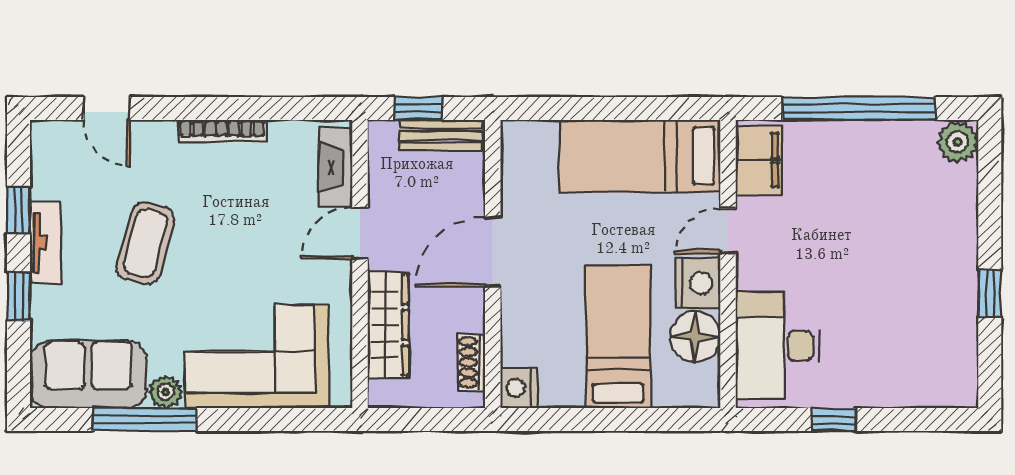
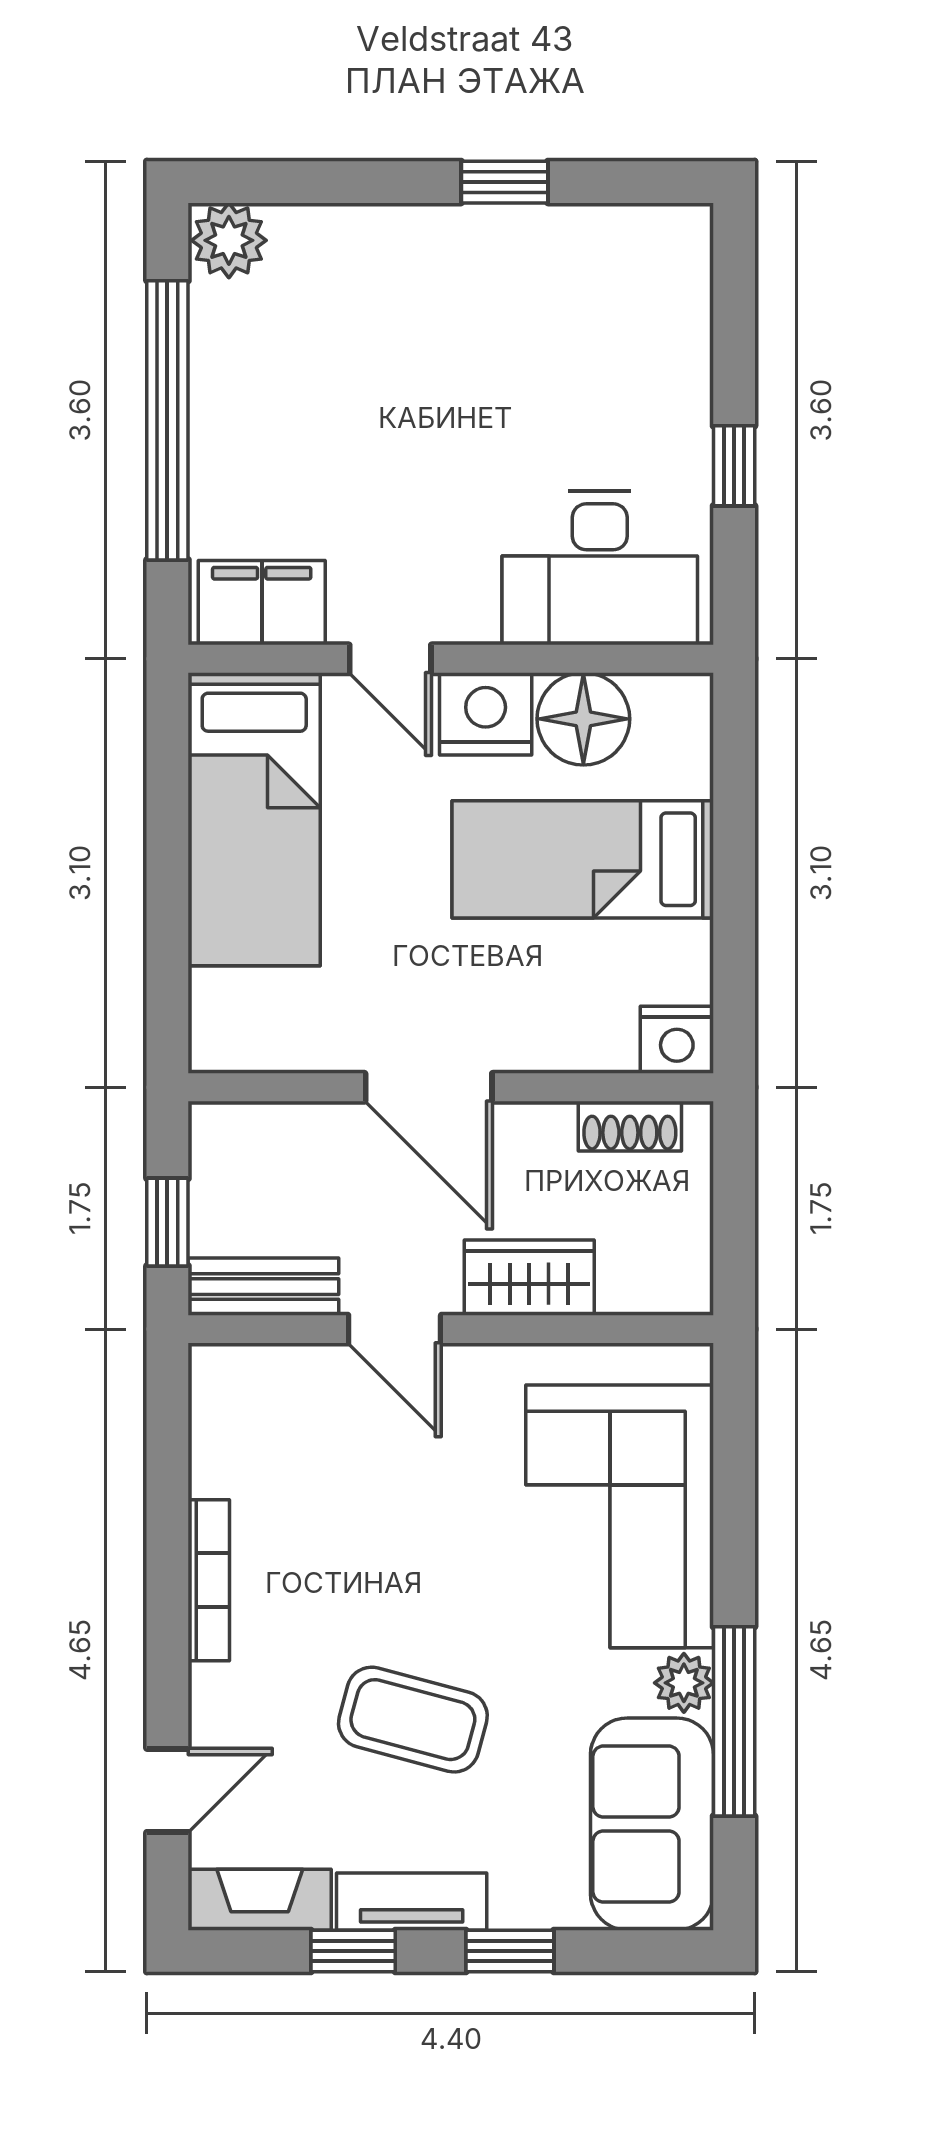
bench: (441, 136) -> (263, 1287), moved, turned 90
fireplace: (336, 167) -> (260, 1900), moved, turned 180
wardrobe: (388, 325) -> (529, 1278), width x0.67

